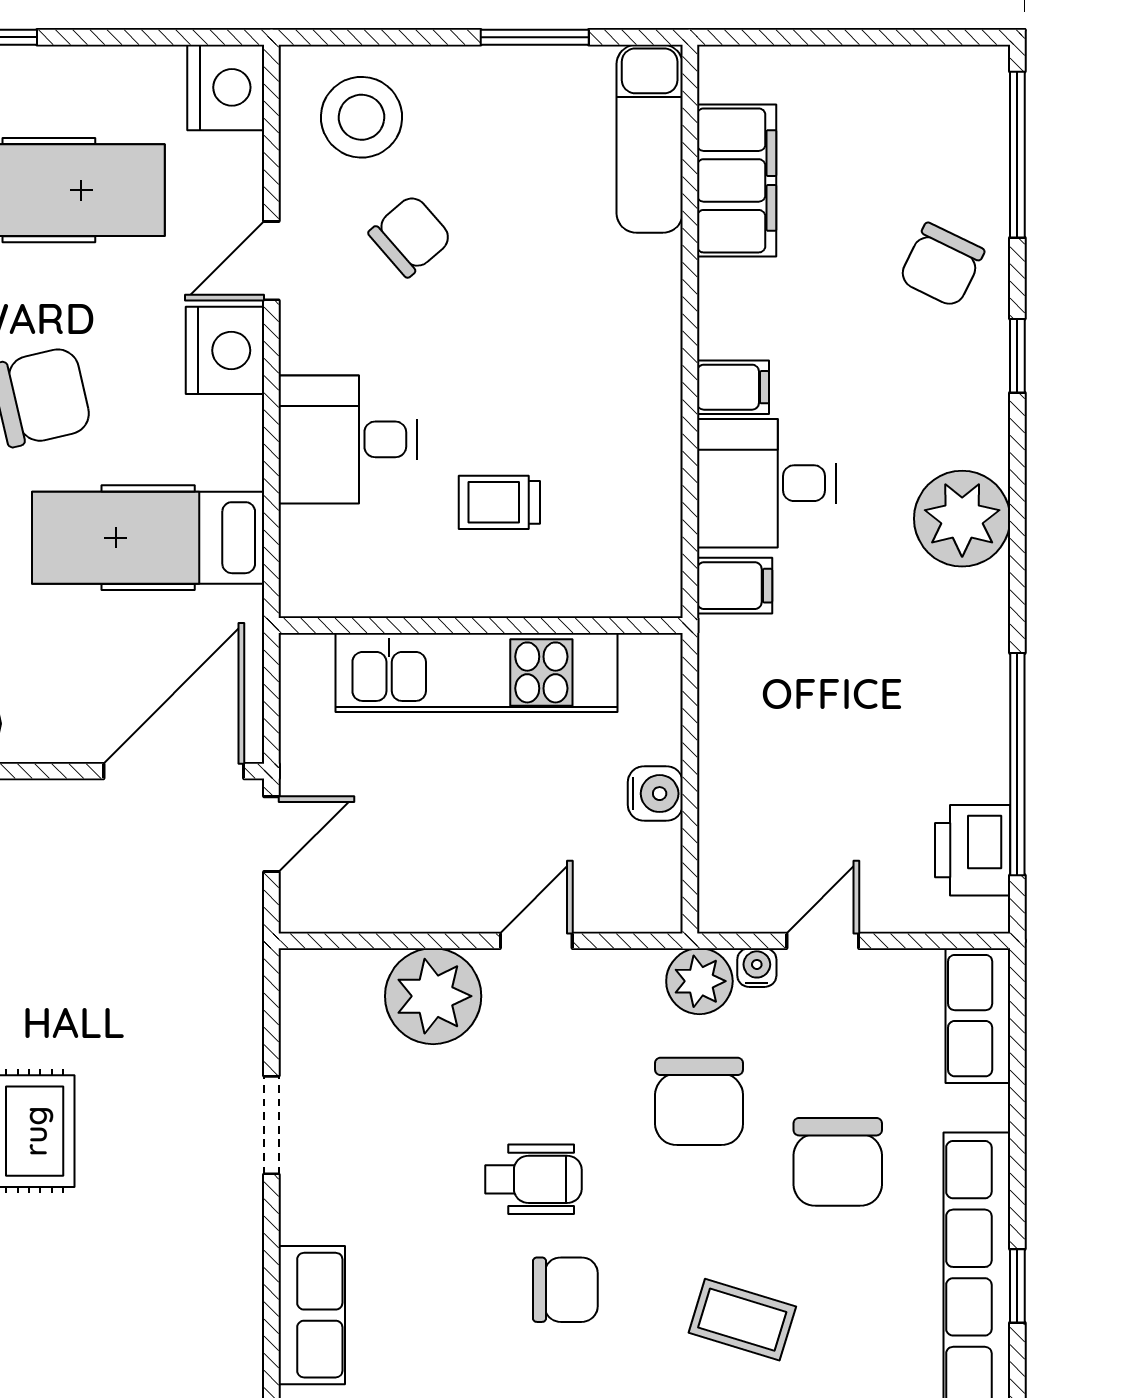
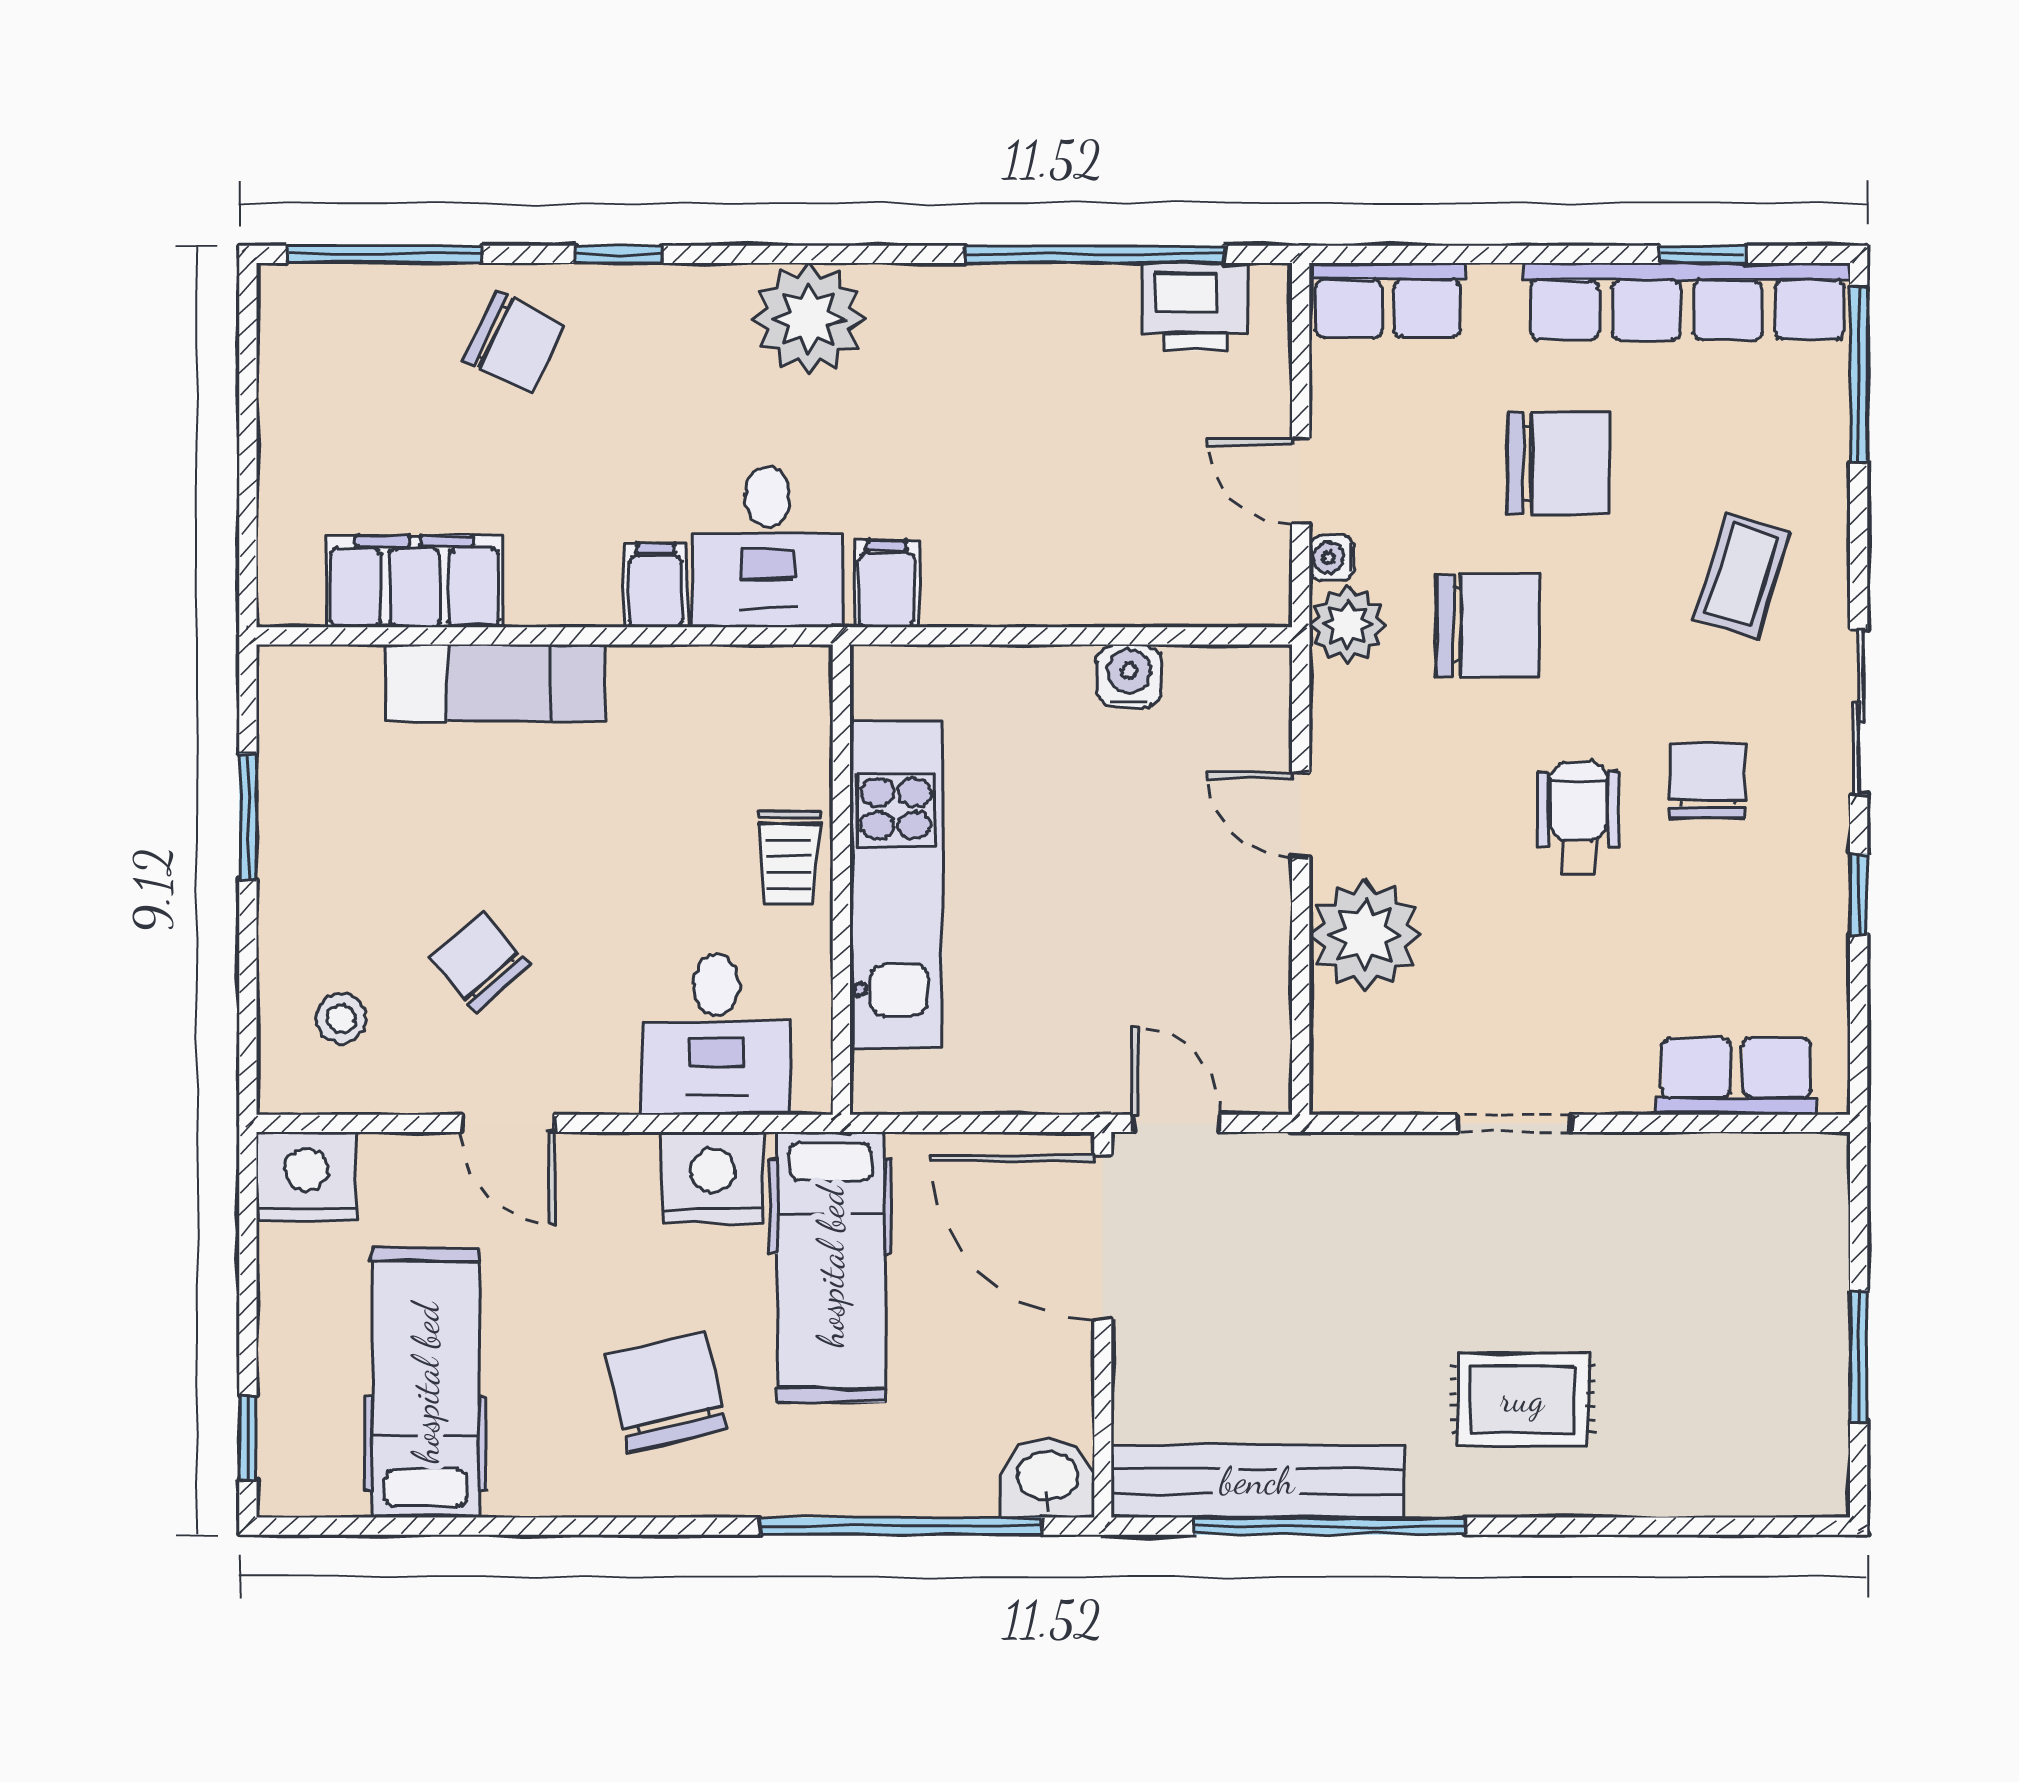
stool: (362, 117) -> (341, 1018), width x0.53, depth x0.53
exam couch: (650, 139) -> (495, 683), moved
nightstand: (225, 350) -> (713, 1177), moved
wall: (481, 625) -> (841, 880), moved
kitchen unit: (477, 672) -> (896, 884), moved

